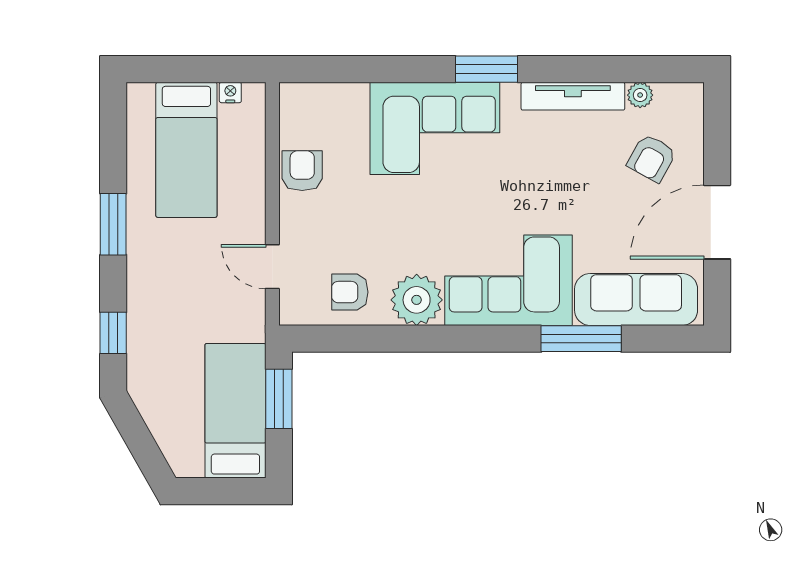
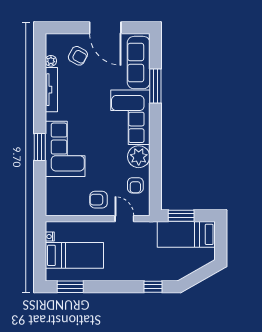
window: (487, 69) -> (40, 147), moved
armchair: (302, 171) -> (99, 200), moved
window: (113, 224) -> (70, 287), moved
door: (272, 267) -> (124, 219), swing flipped

